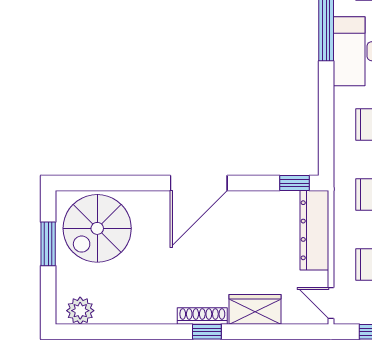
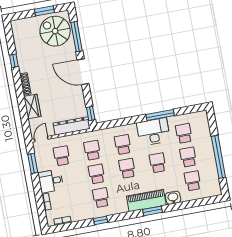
window: (118, 183) -> (77, 37), added
plant: (80, 311) -> (18, 30), removed
window: (207, 332) -> (14, 61), moved

